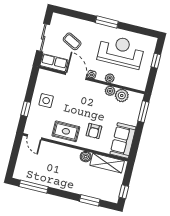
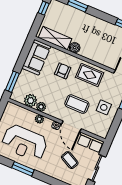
window: (107, 22) -> (23, 169), moved
coffee table: (74, 100) -> (77, 104), added

